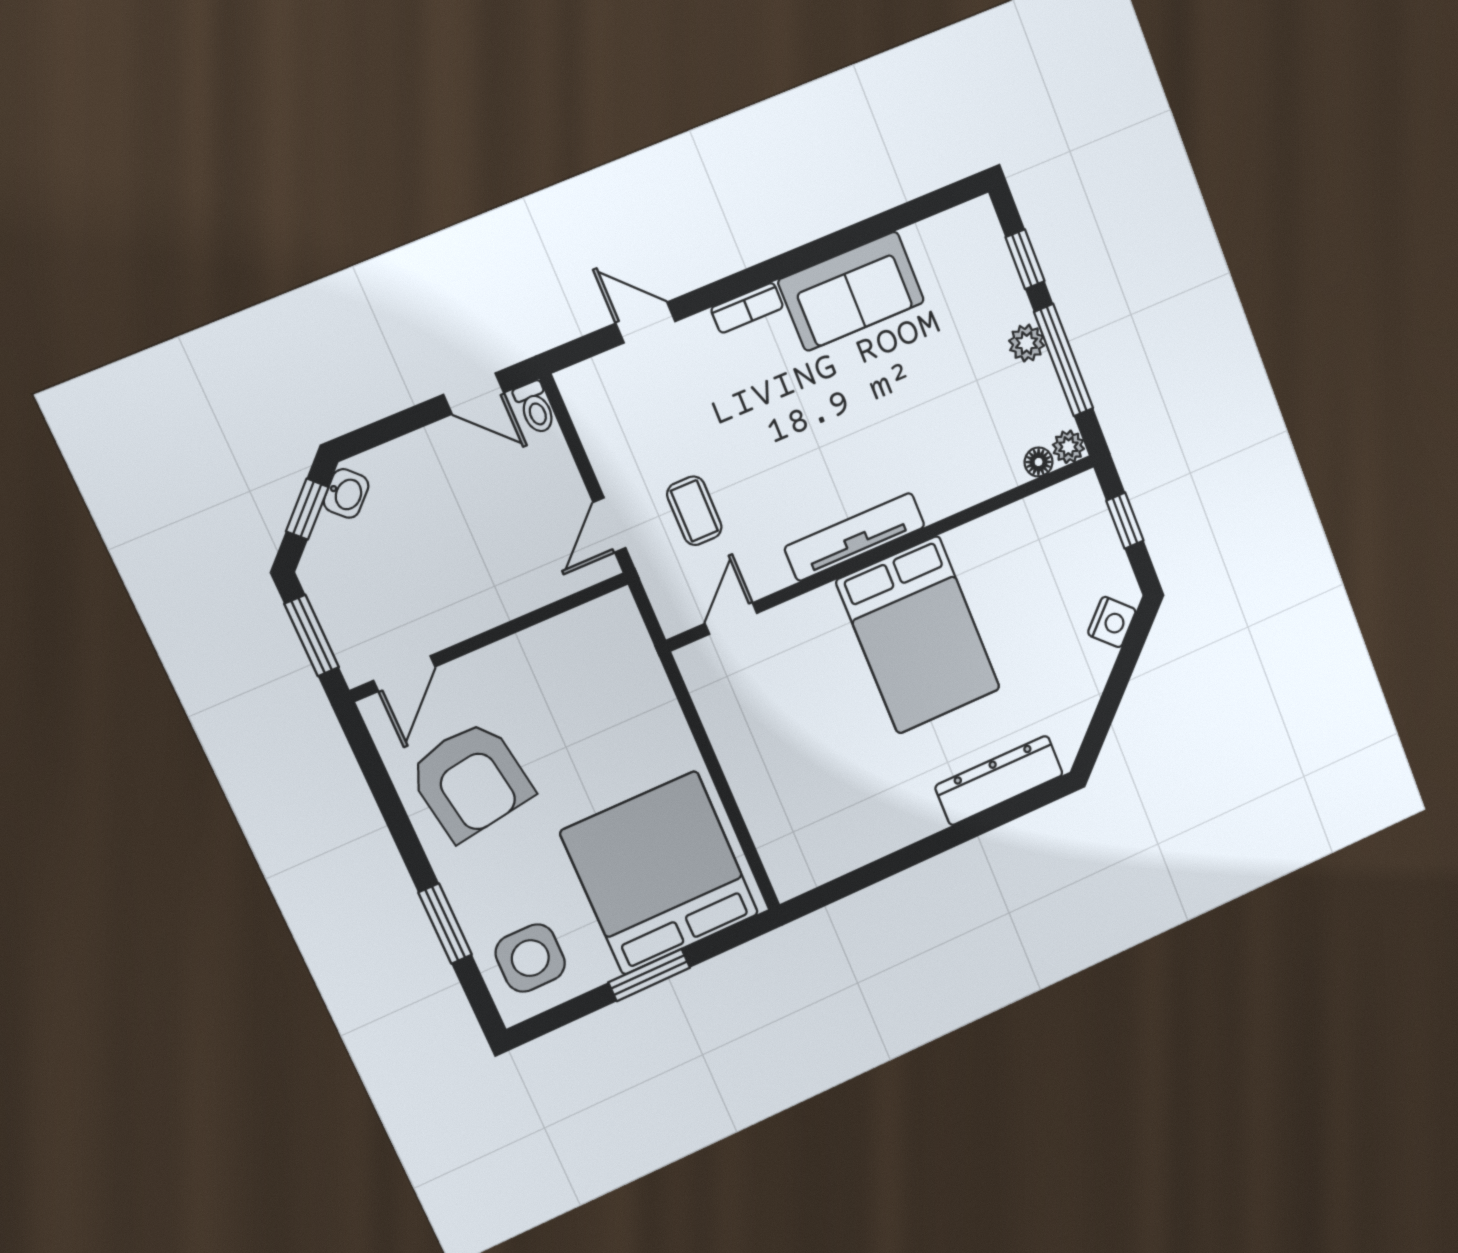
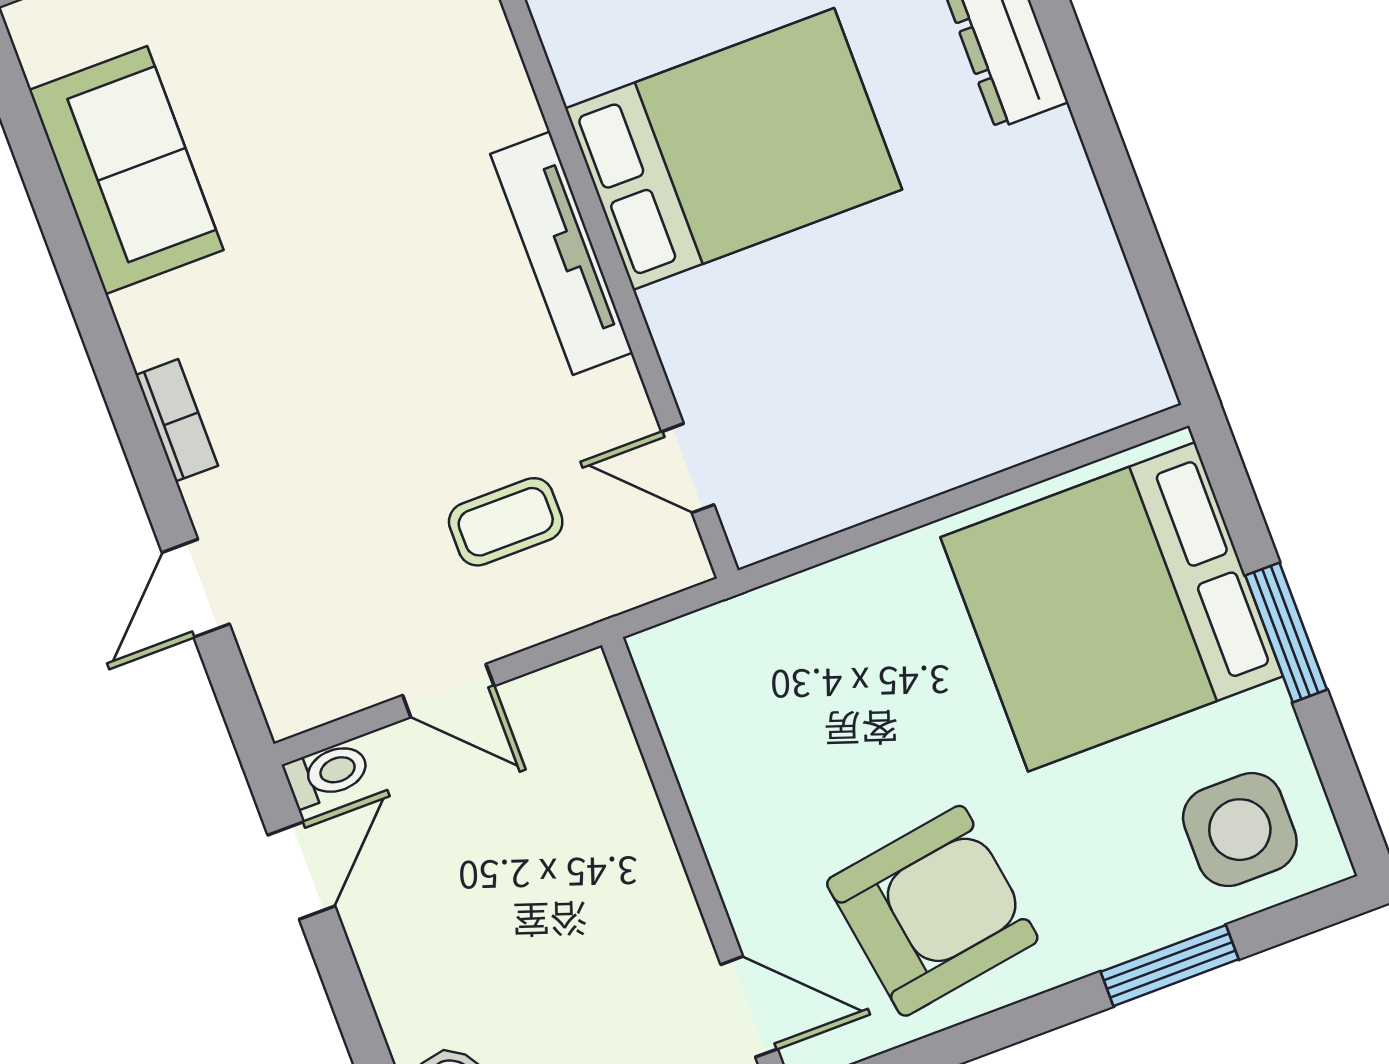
sofa: (851, 291) -> (126, 170), moved
door: (609, 525) -> (448, 691), moved

